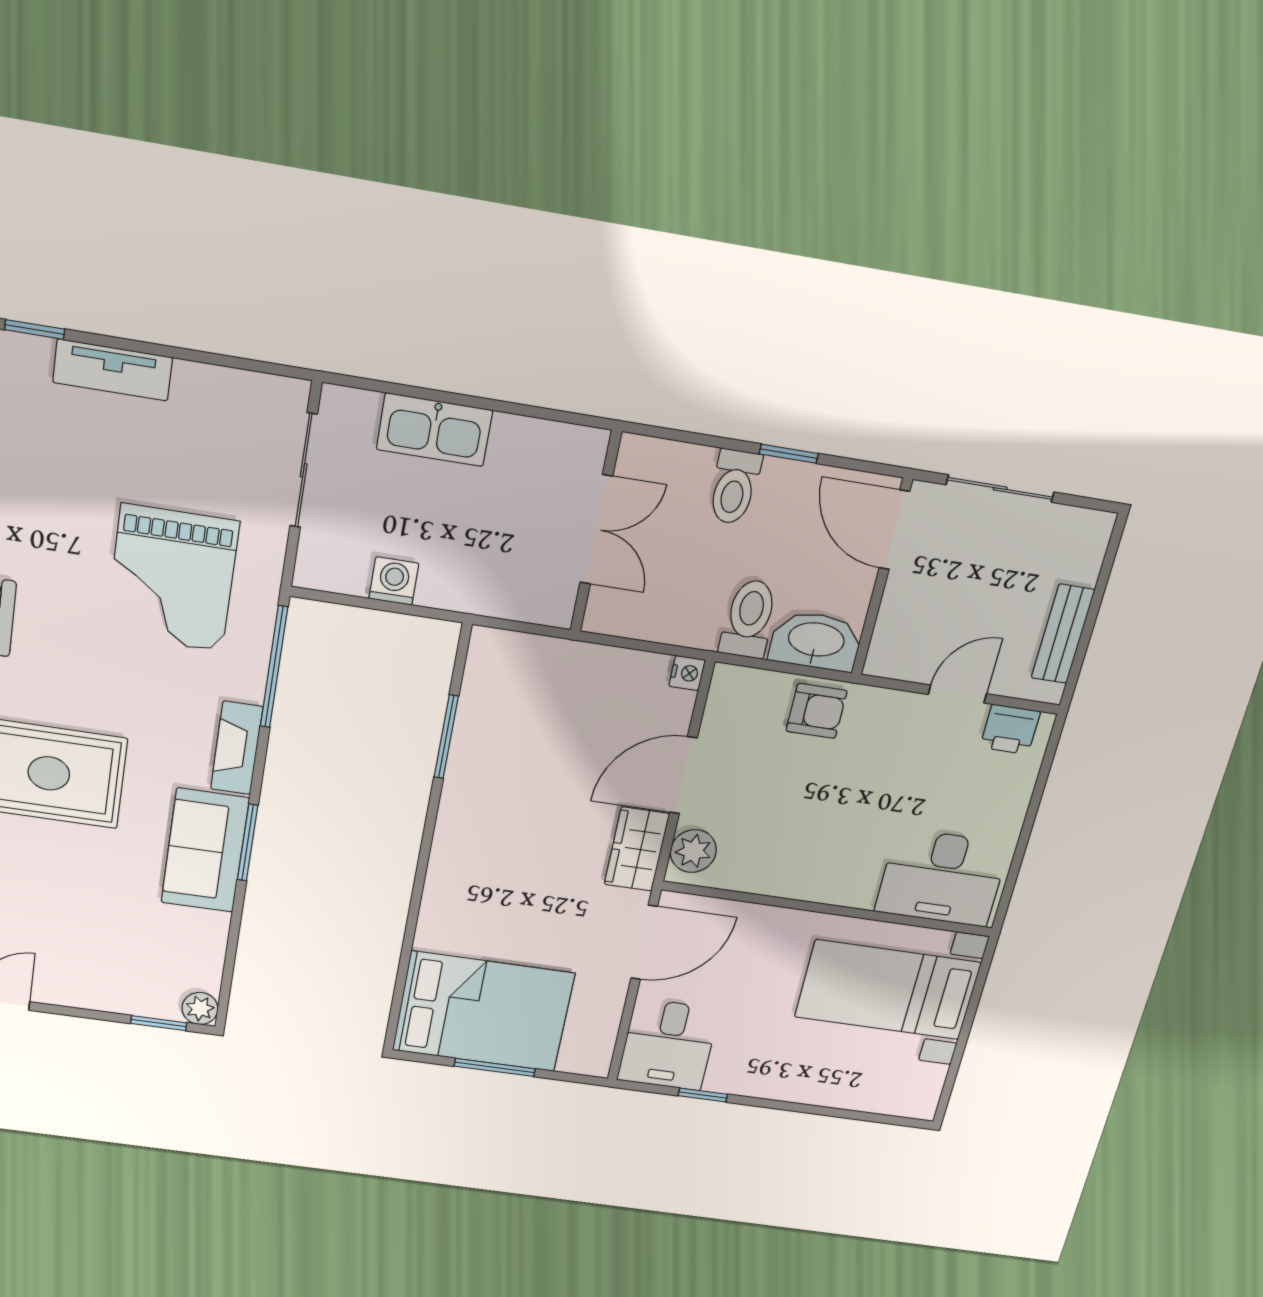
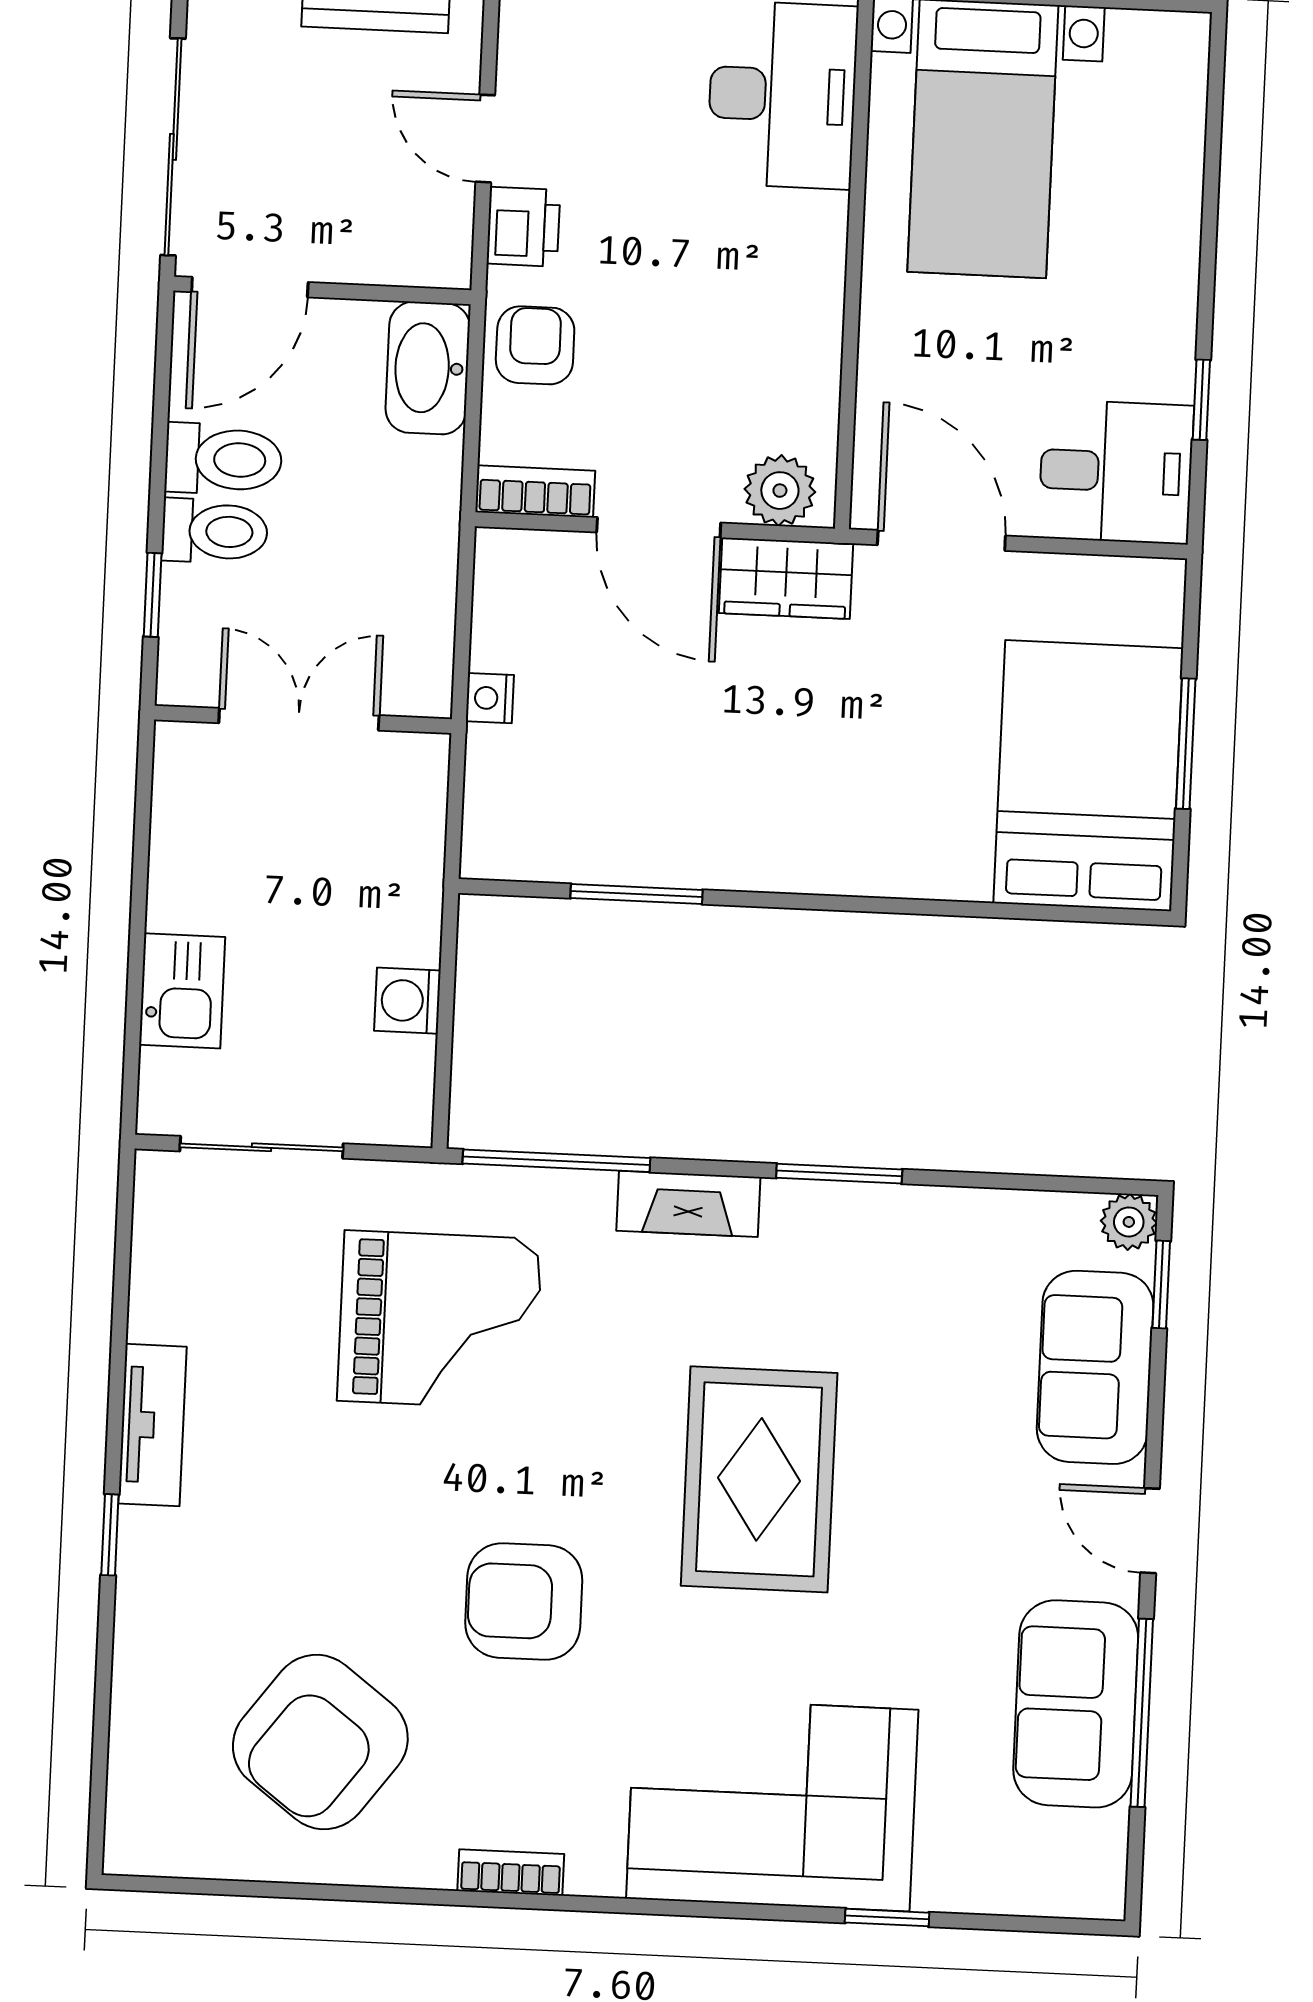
kitchen sink: (434, 430) -> (182, 991), width x0.73
window: (789, 454) -> (153, 595), moved
sliding door: (1000, 488) -> (173, 147), width x1.37
toilet: (749, 619) -> (224, 459), moved, turned 180
nightstand: (687, 673) -> (490, 698), moved, turned -90
bookcase: (721, 701) -> (535, 491), added
printer: (1010, 729) -> (523, 227), moved
sofa: (205, 850) -> (1095, 1367), moved, turned 90

